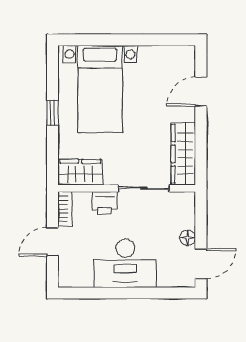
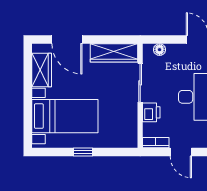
door: (201, 92) -> (67, 40), width x1.38
wardrobe: (80, 172) -> (42, 70), moved, turned 180
floor lamp: (188, 238) -> (160, 50), moved

